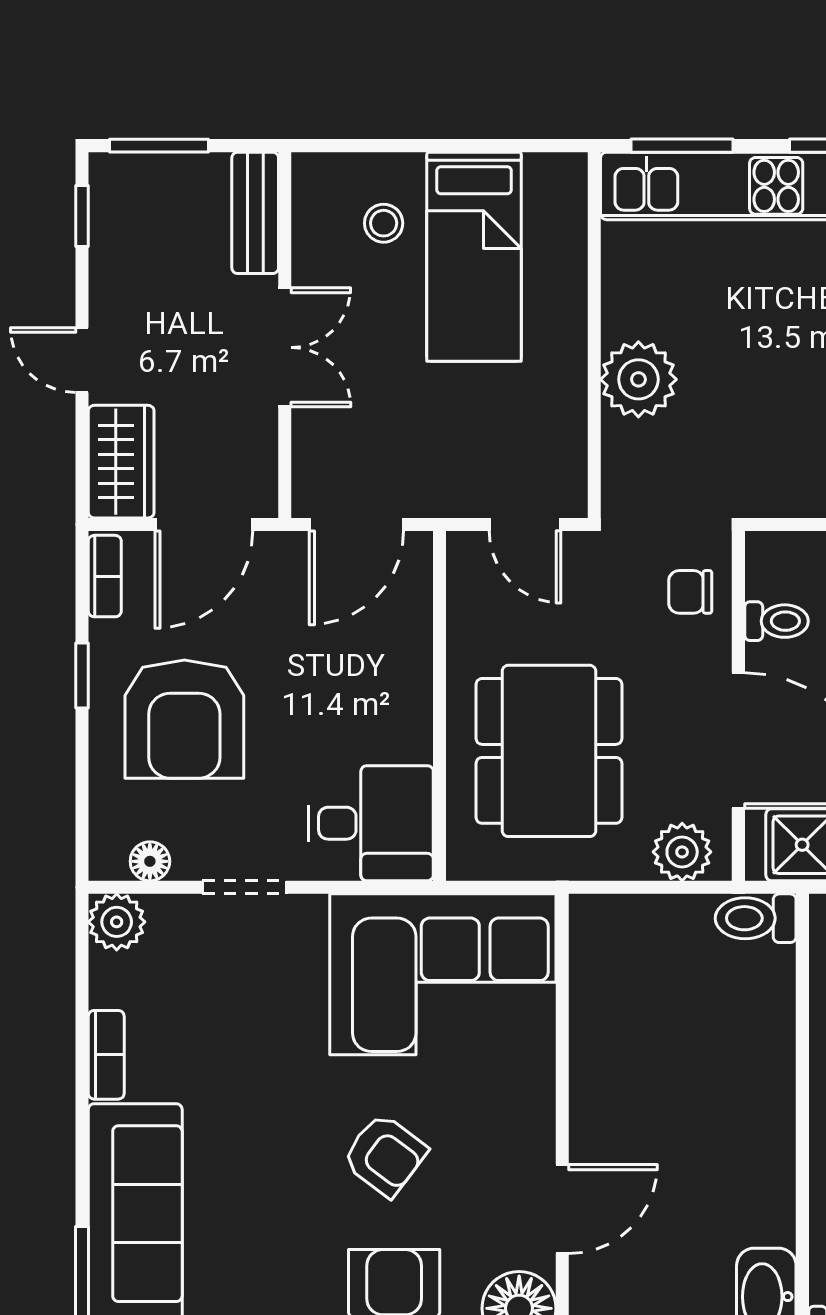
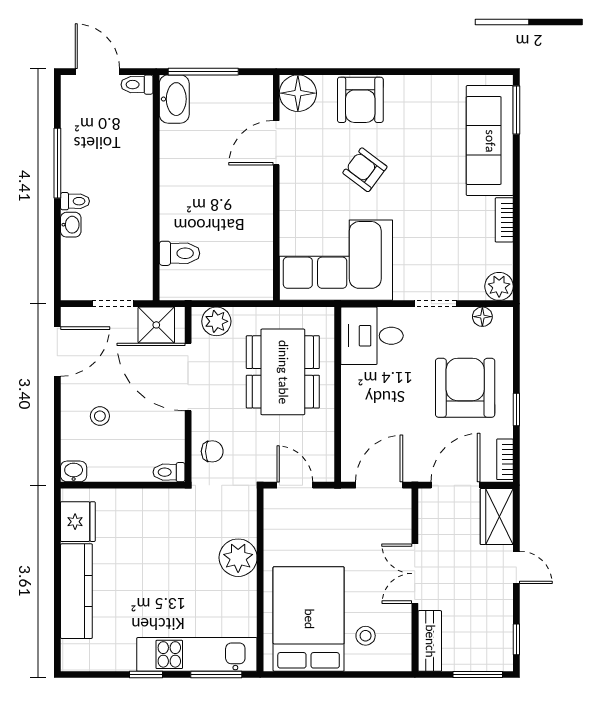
bed: (474, 257) -> (309, 619), width x1.50
toilet: (777, 621) -> (169, 472), moved
toilet: (756, 918) -> (180, 253), moved

